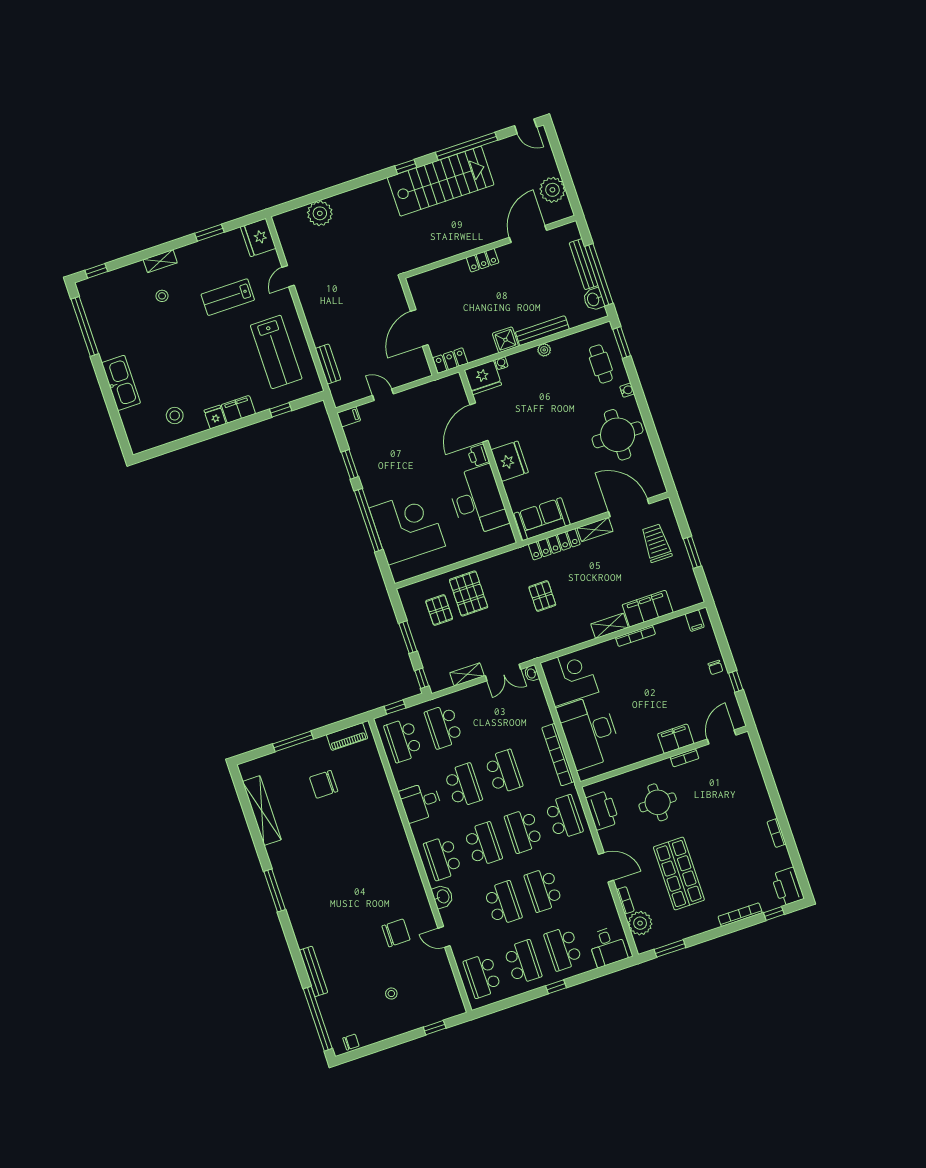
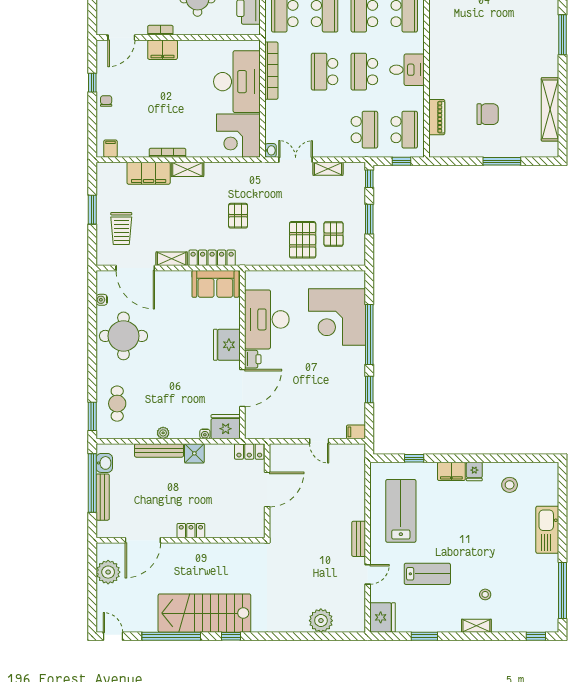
bench: (328, 364) -> (359, 539), moved
water cooler: (627, 390) -> (102, 300), moved
piano: (347, 737) -> (437, 117), moved, turned 90

